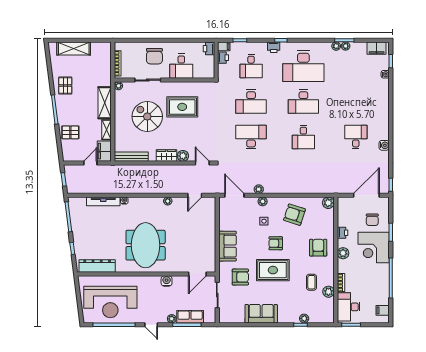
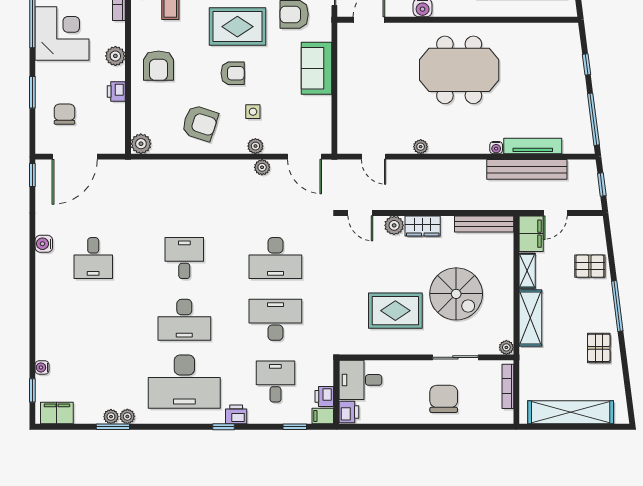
shelving: (74, 48) -> (571, 412), width x1.47
desk: (181, 66) -> (360, 380), moved, turned -90
desk: (303, 66) -> (184, 382), turned 180
desk: (303, 102) -> (184, 320), turned 180
bench: (107, 188) -> (527, 169), added
door: (195, 195) -> (374, 157), swing flipped
meeting table: (146, 245) -> (459, 70), turned 90
corner desk: (374, 248) -> (62, 34), moved
dresser: (97, 266) -> (543, 34), removed

